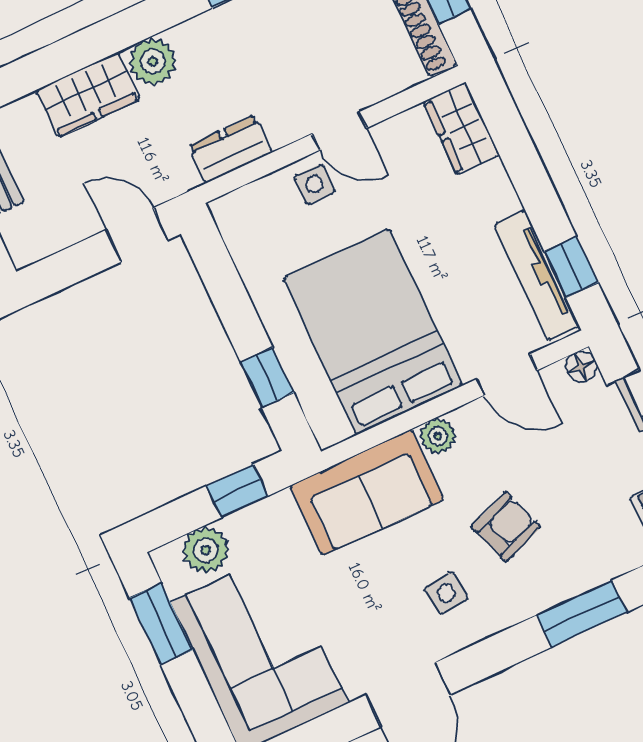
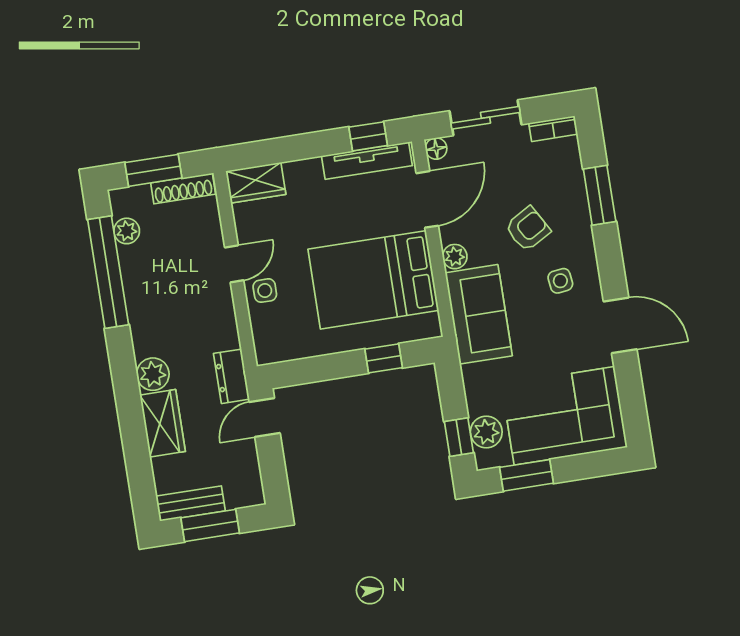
dresser: (230, 149) -> (231, 376), moved
door: (507, 375) -> (427, 199), width x1.38
window: (237, 491) -> (459, 437), moved
armchair: (506, 527) -> (528, 229), turned 80

